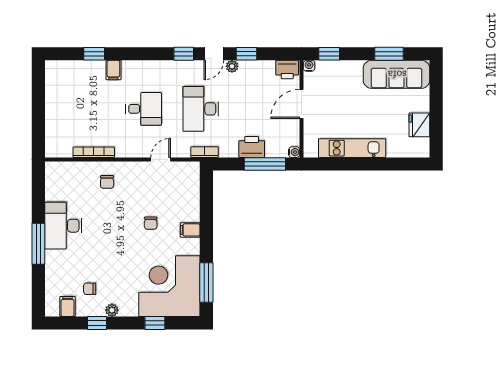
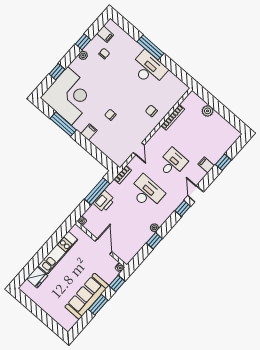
door: (214, 54) -> (196, 194), moved
window: (389, 54) -> (98, 305), moved
printer: (287, 70) -> (128, 255), removed
sofa: (397, 74) -> (87, 296), moved
desk: (144, 109) -> (172, 163), turned 180
plant: (53, 120) -> (208, 111), added
fridge: (419, 125) -> (37, 277), moved, turned 90
window: (265, 164) -> (97, 191), moved
window: (206, 283) -> (63, 124), moved

